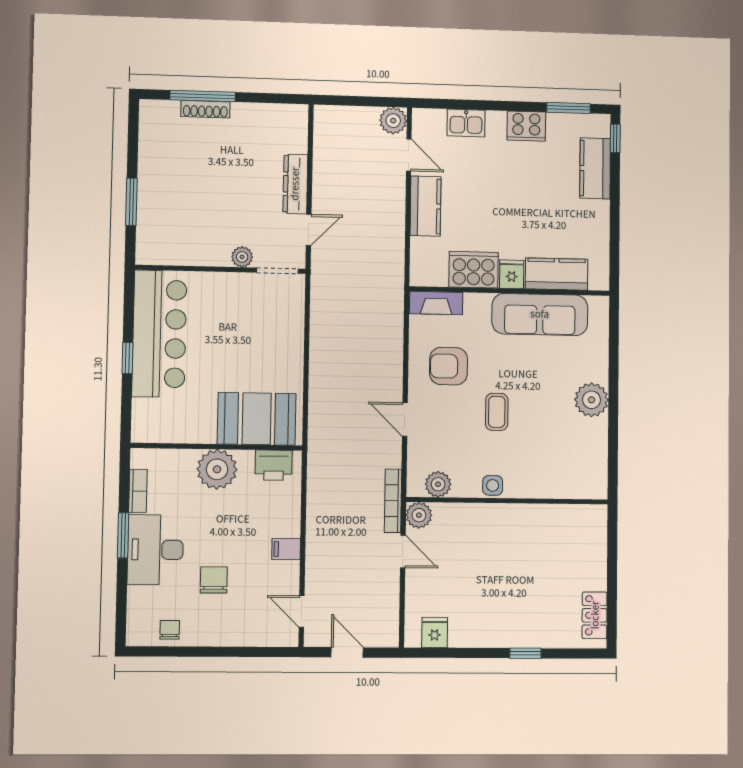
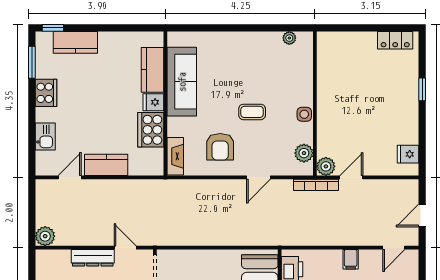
plant: (393, 121) -> (45, 236), moved
plant: (591, 400) -> (289, 38), moved, width x0.53, depth x0.53

